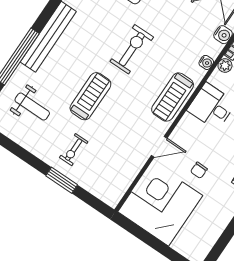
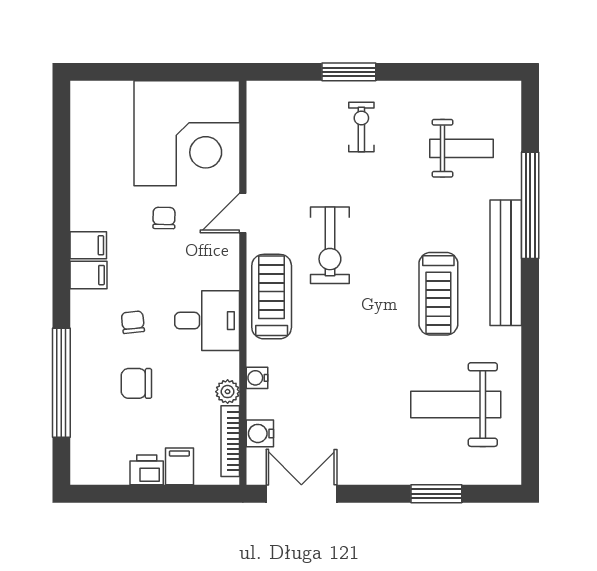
exercise bike: (132, 49) -> (330, 245), moved
treadmill: (90, 96) -> (438, 294), moved
weight bench: (32, 107) -> (461, 148), turned 180

